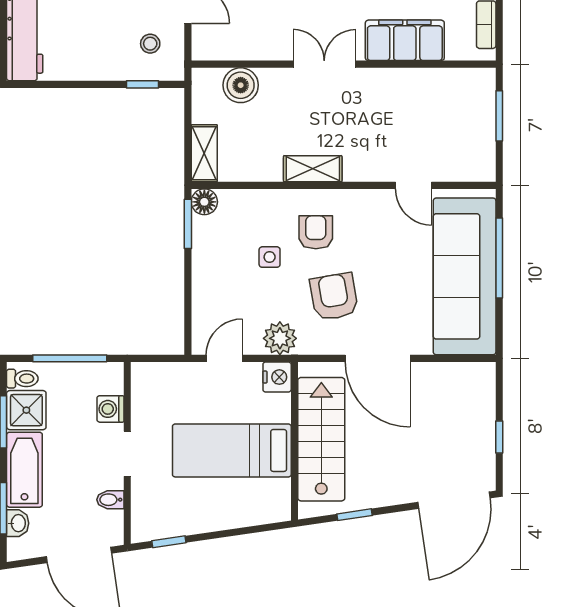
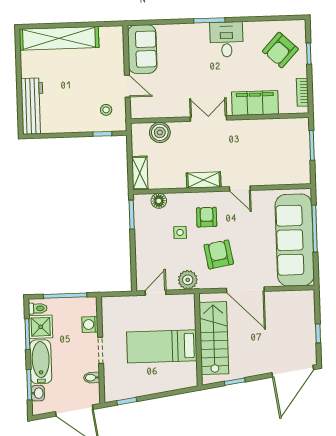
door: (414, 185) -> (240, 188), moved
floor lamp: (204, 202) -> (159, 201), moved
nightstand: (277, 377) -> (187, 303), removed

